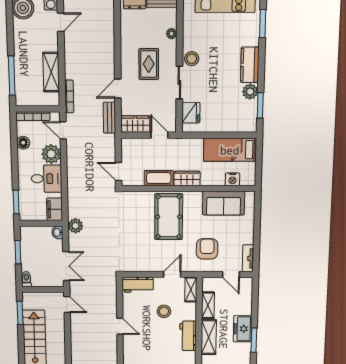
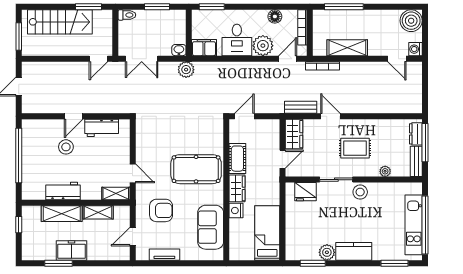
nightstand: (232, 179) -> (236, 211), moved
tv unit: (248, 258) -> (164, 255), moved
workbench: (138, 285) -> (102, 128), moved, turned -90
stool: (164, 311) -> (66, 147), moved

